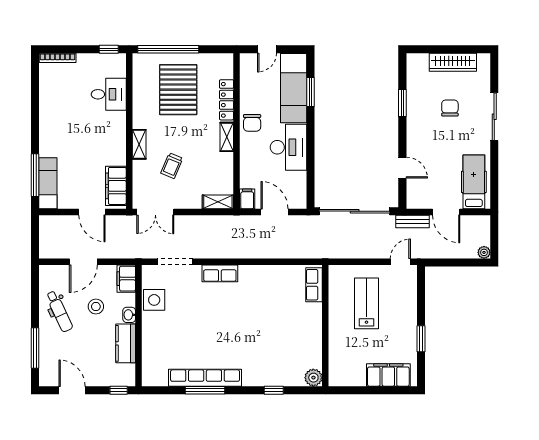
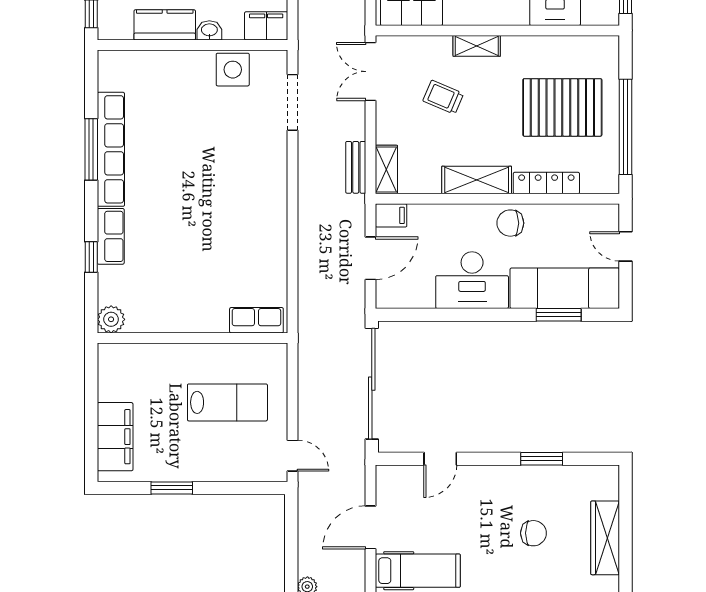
window: (168, 49) -> (626, 127), moved
shelving: (227, 137) -> (477, 180), width x1.50, depth x1.33
bench: (412, 221) -> (356, 167), moved
row of seats: (220, 273) -> (111, 236), moved, turned 180

